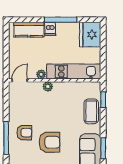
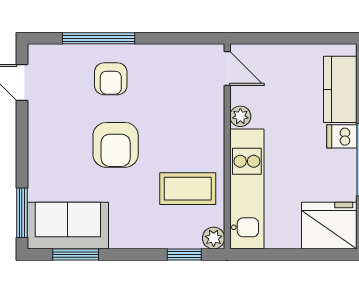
plant: (48, 86) -> (214, 238), moved
coffee table: (91, 111) -> (188, 189), moved
armchair: (49, 142) -> (116, 145), moved

